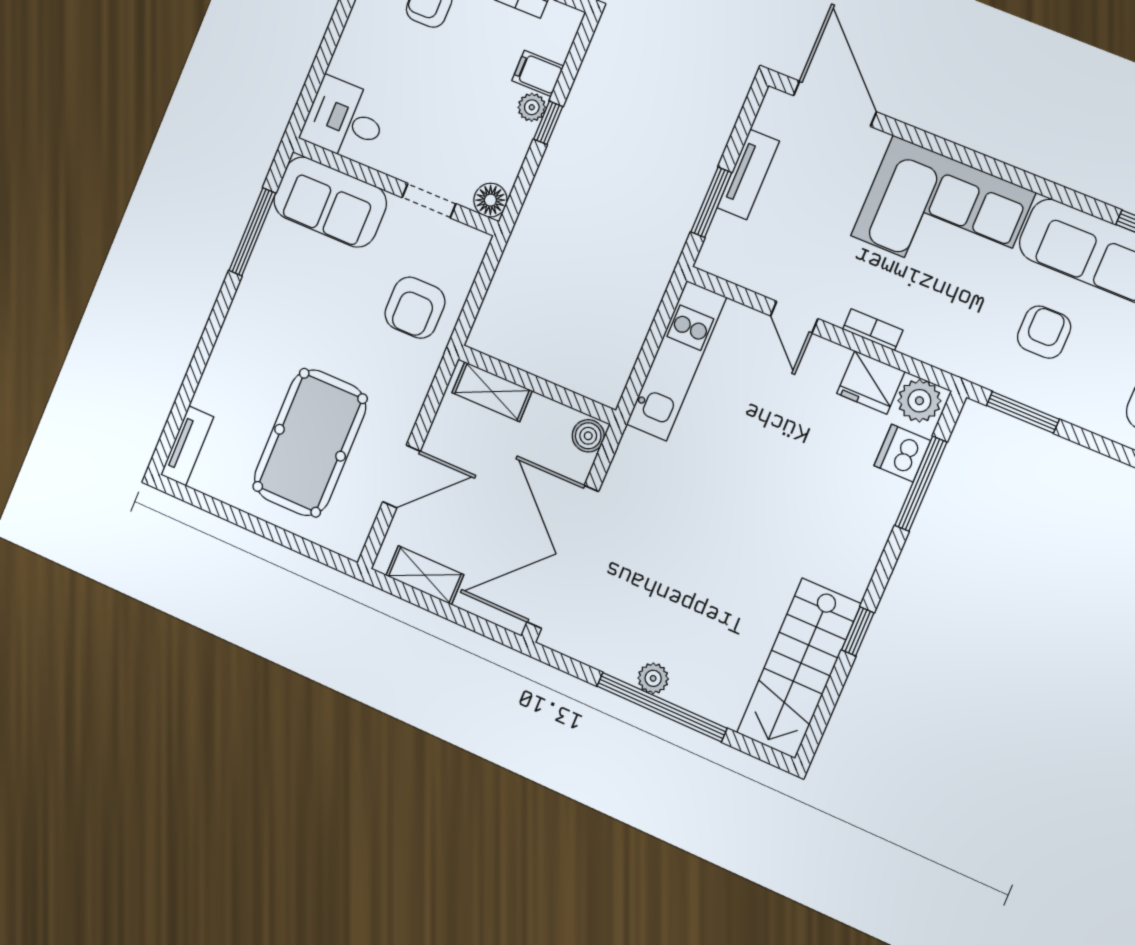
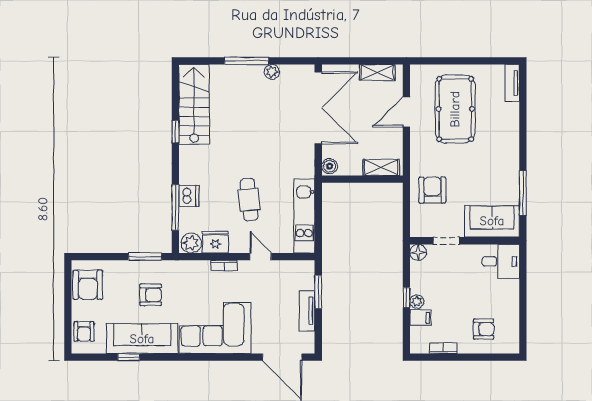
armchair: (1044, 332) -> (151, 295), turned -90
cafe table: (770, 437) -> (249, 200), added
dishwasher: (902, 453) -> (189, 196), moved
plant: (653, 678) -> (272, 72), moved
window: (662, 707) -> (246, 61), width x0.68

